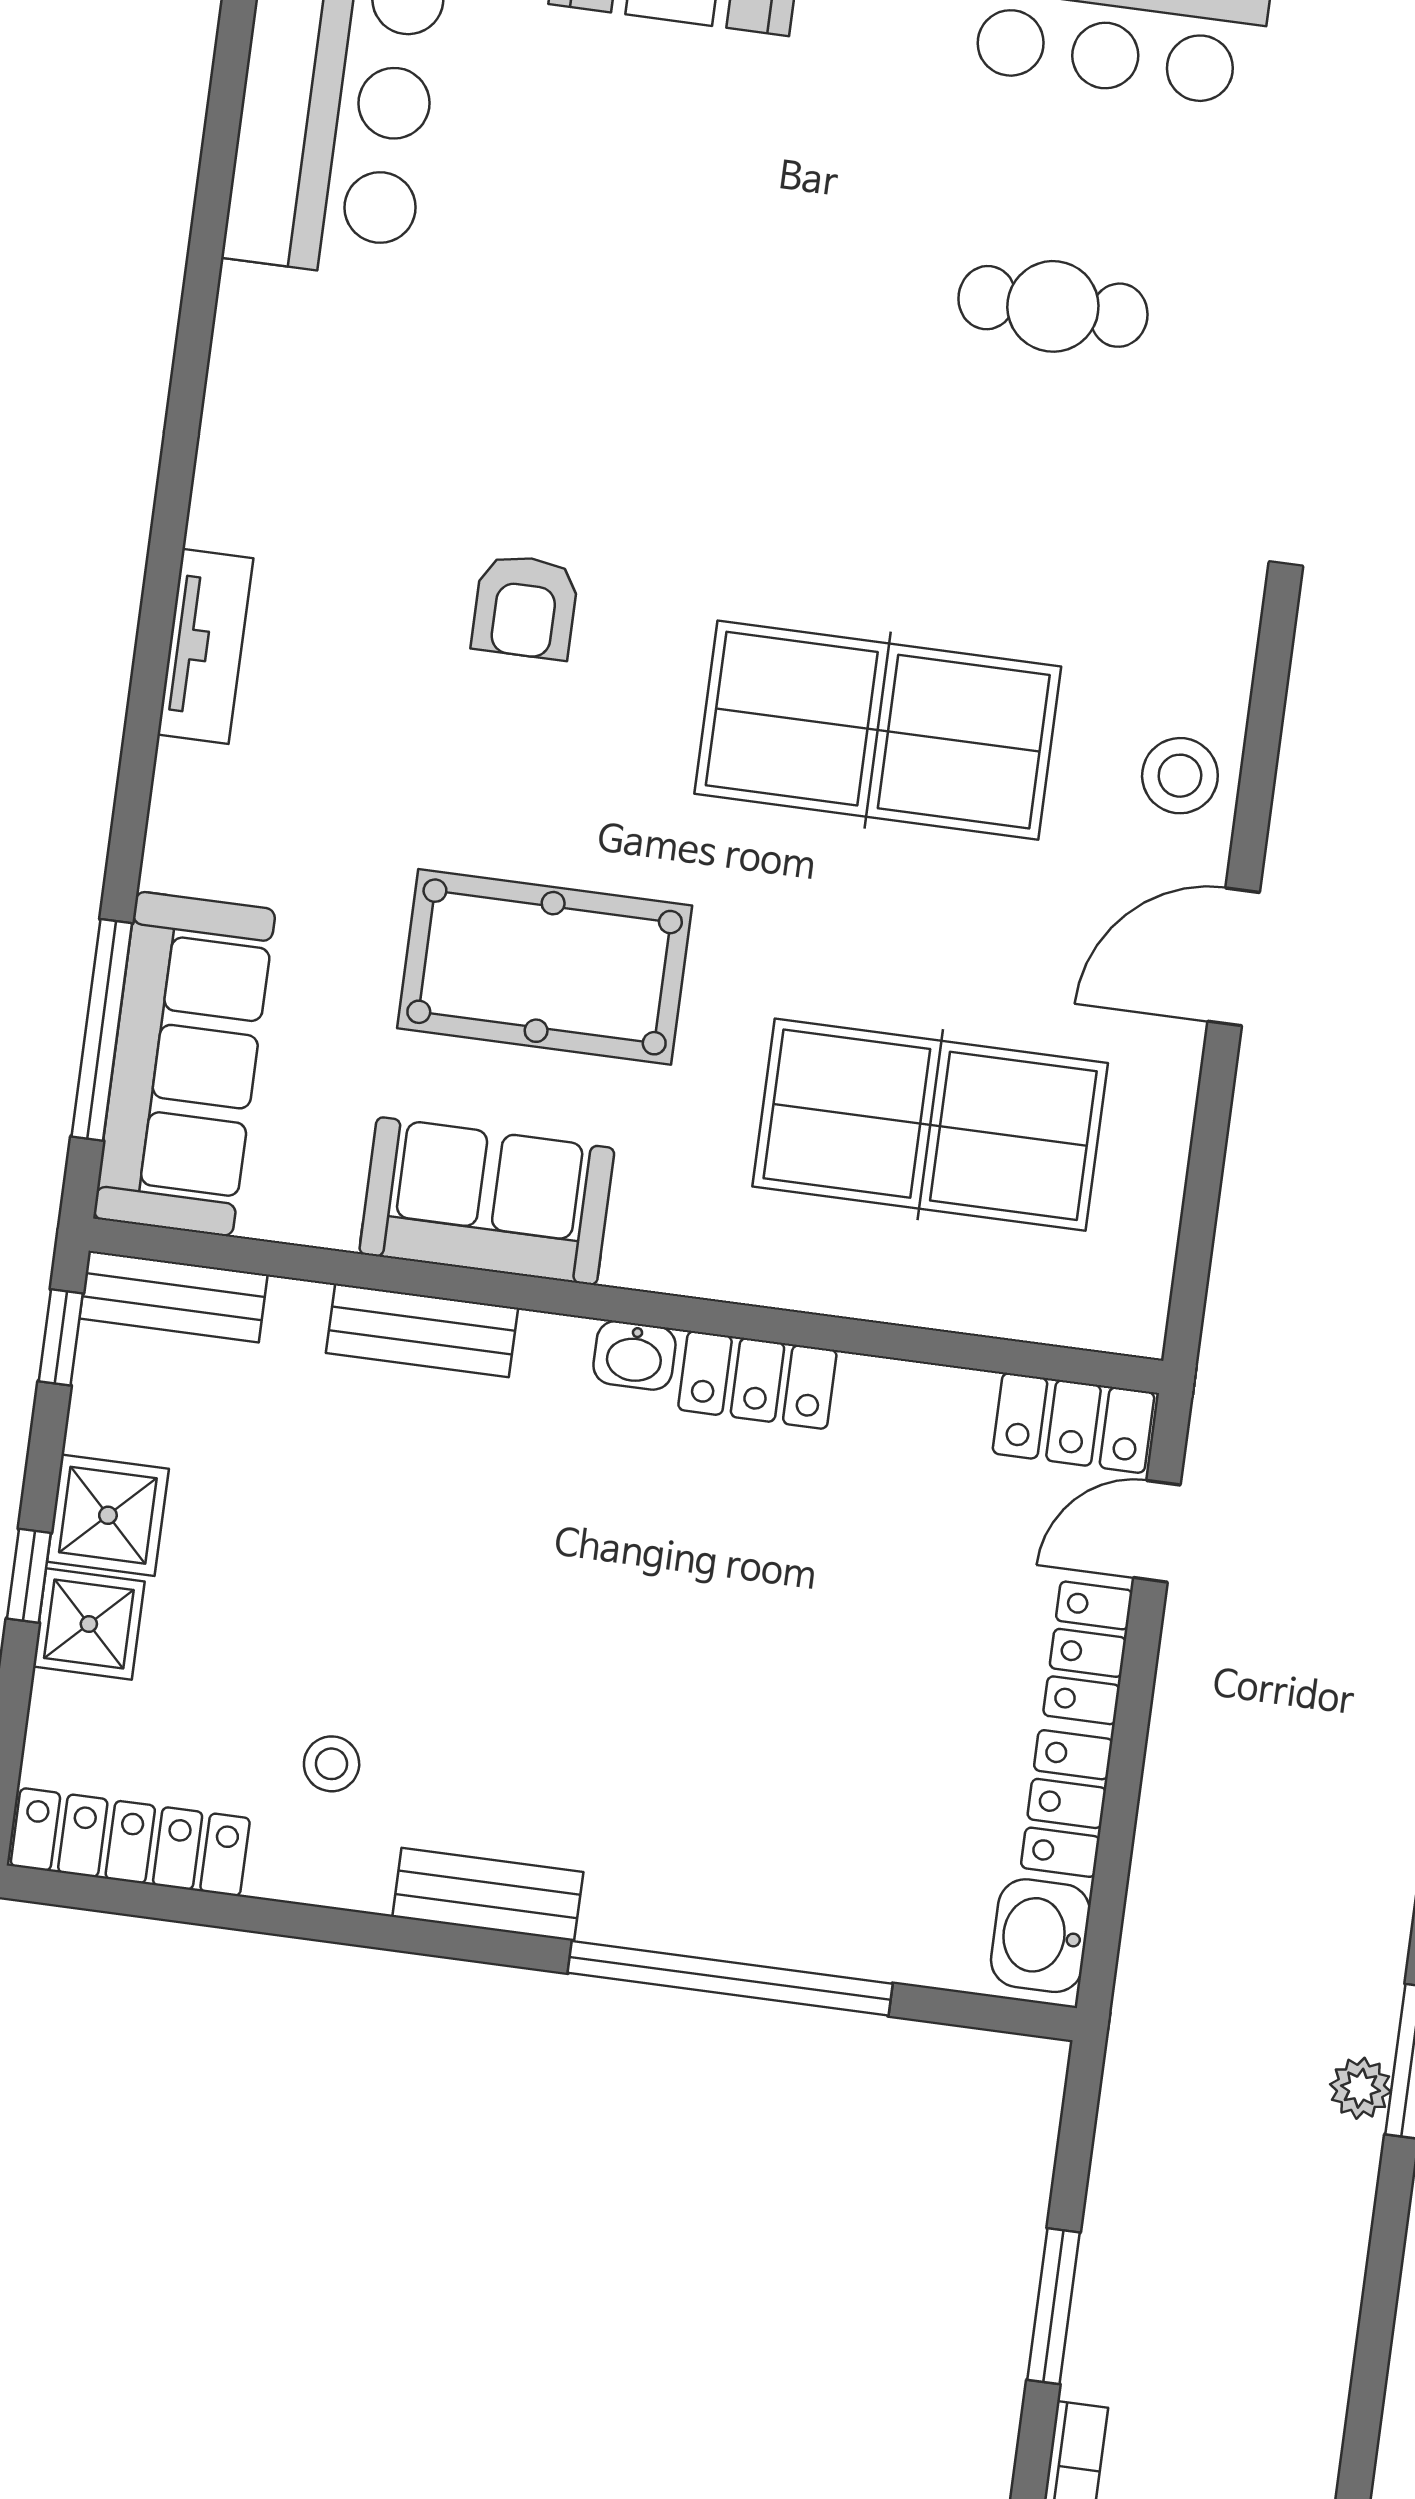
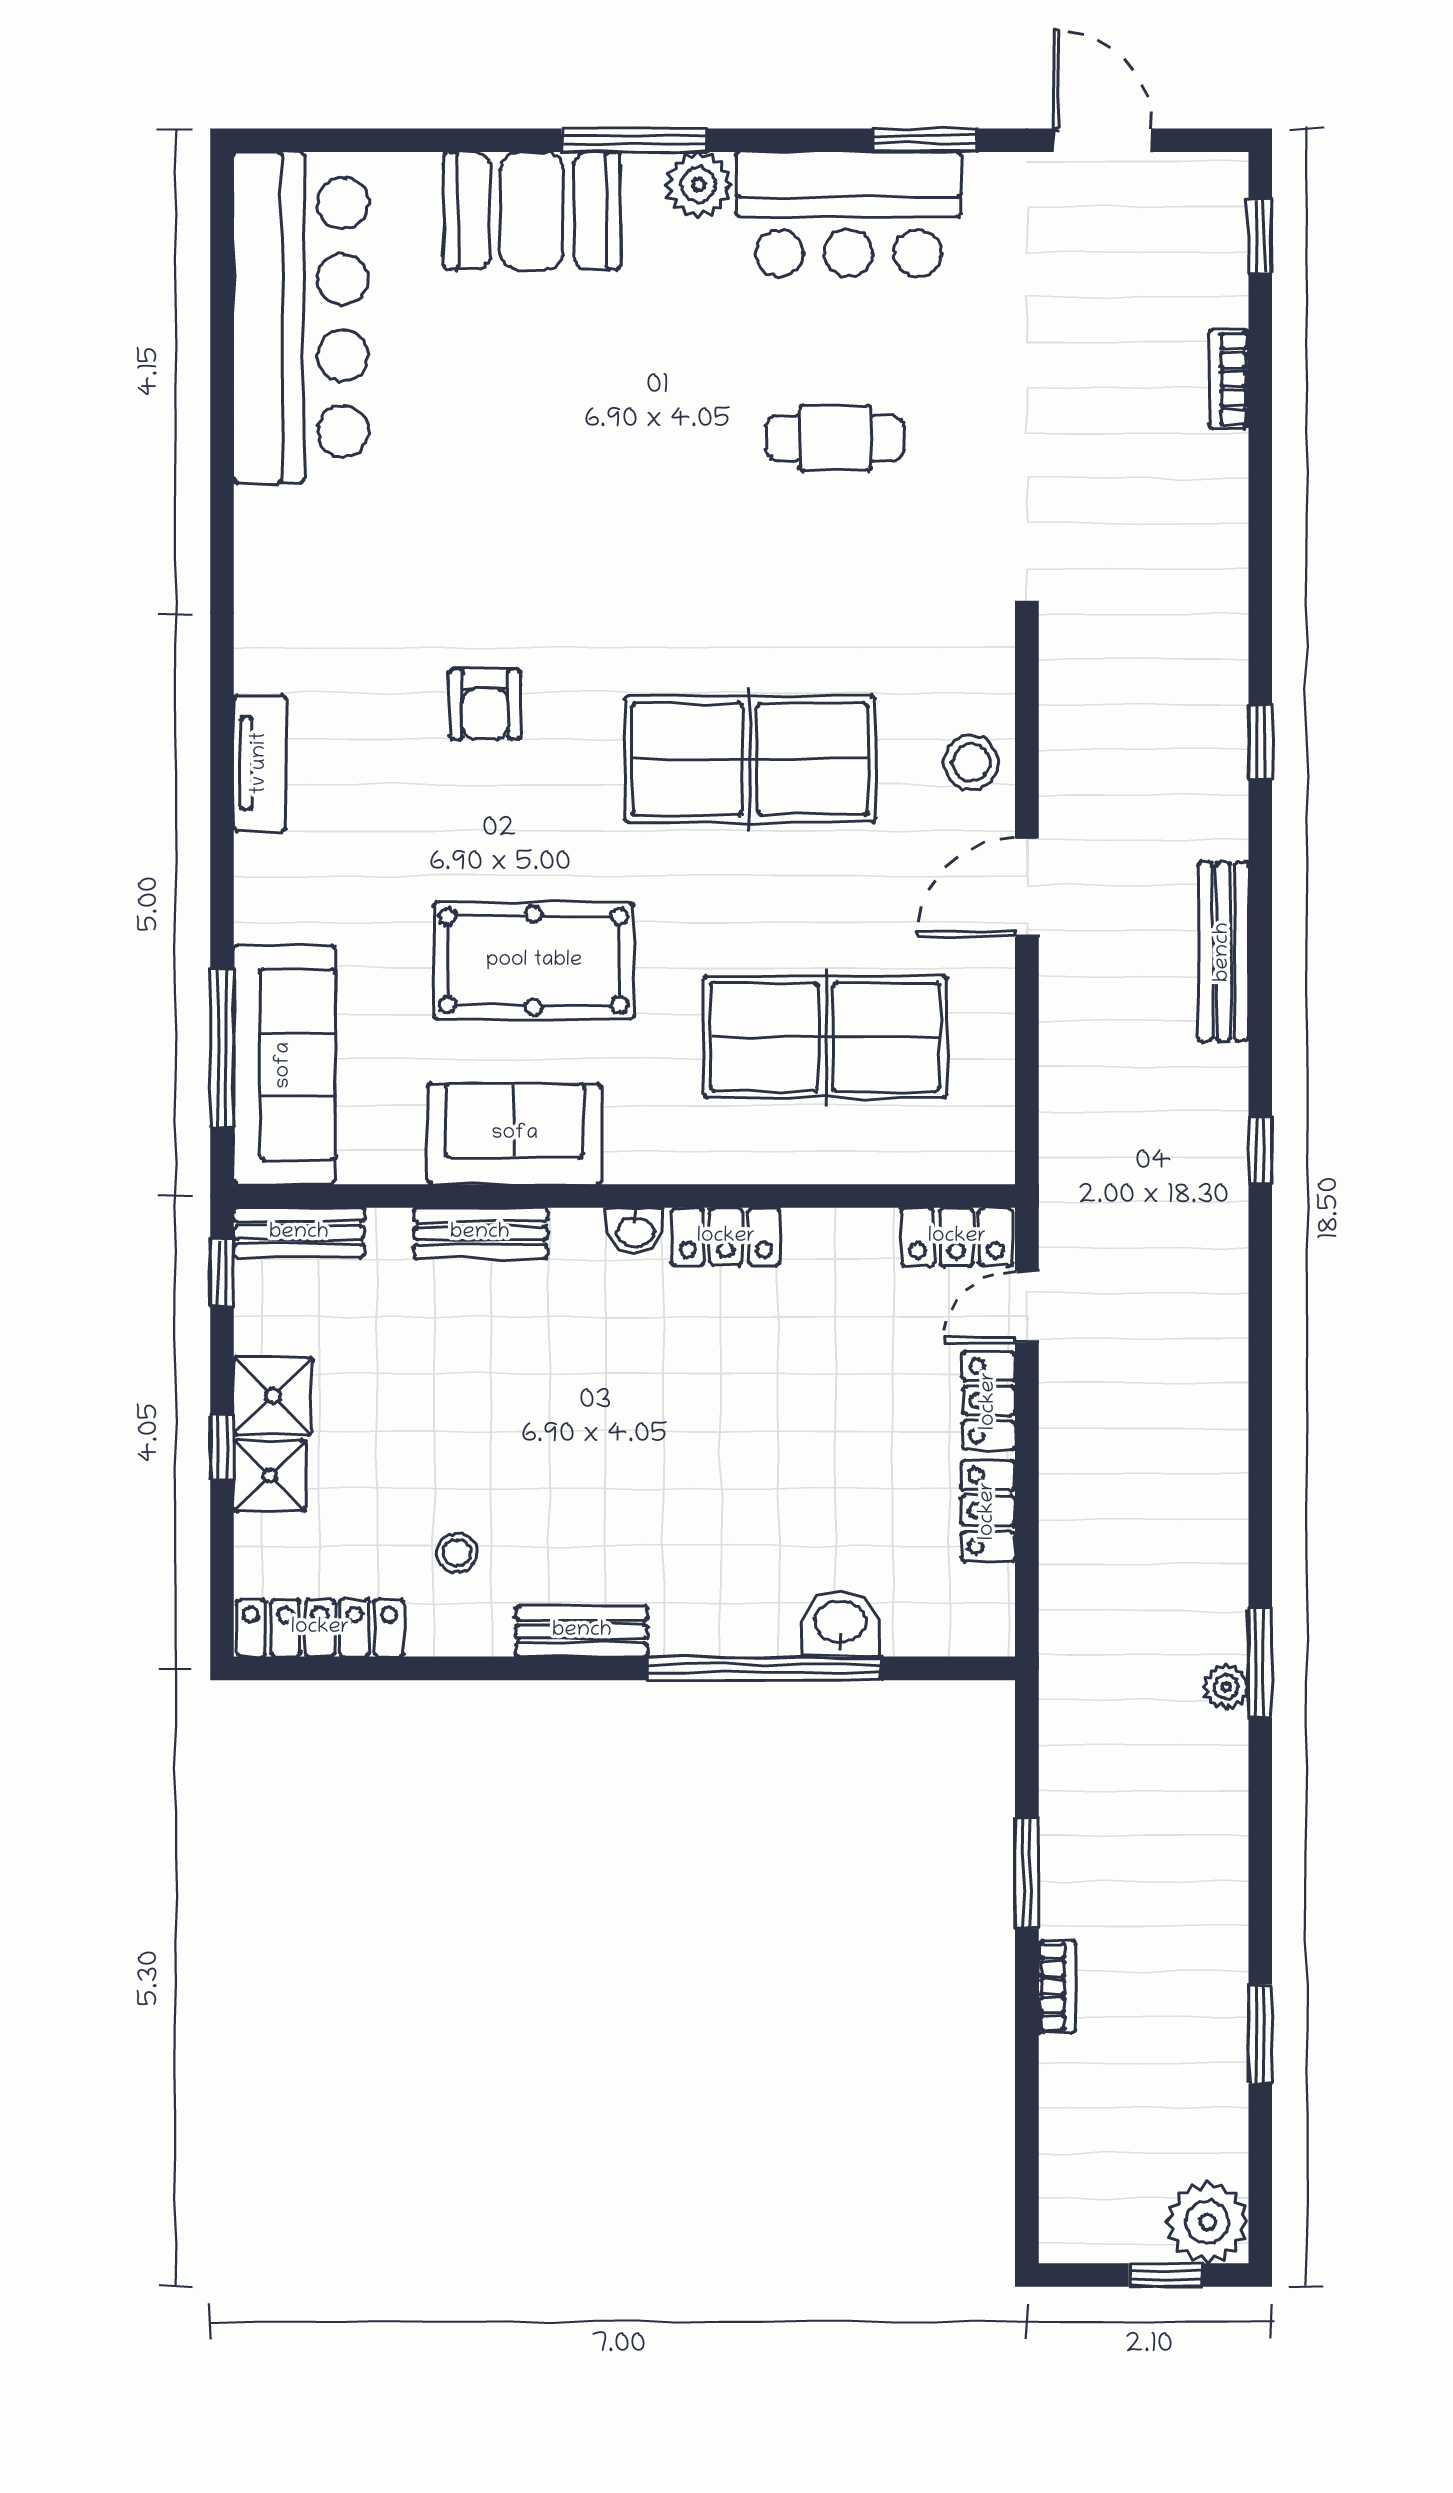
washbasin: (1040, 1936) -> (840, 1623), moved, turned 90

